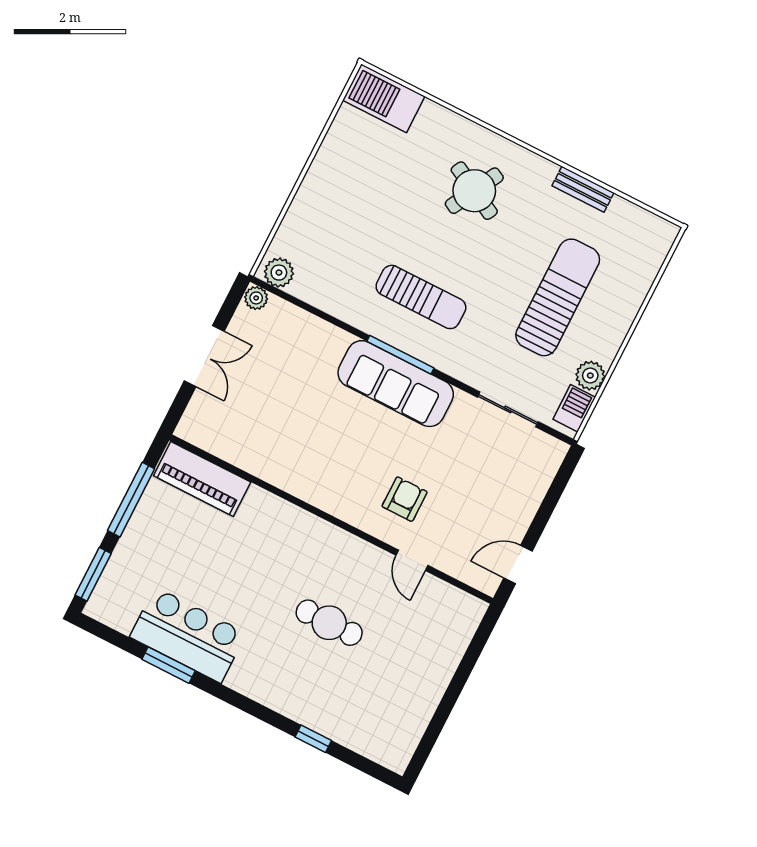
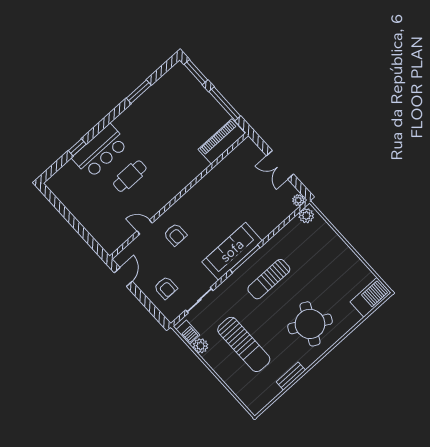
round table: (474, 191) -> (310, 324), width x1.36, depth x1.36
armchair: (508, 480) -> (166, 288), added
bar counter: (188, 635) -> (100, 151), moved

